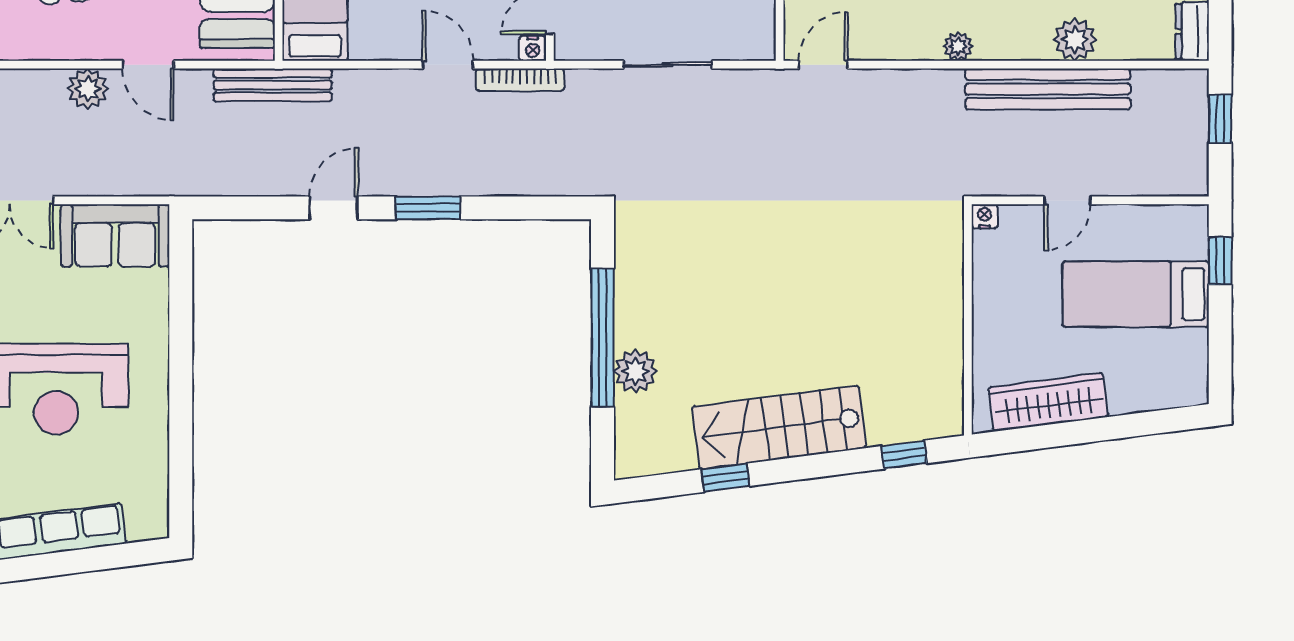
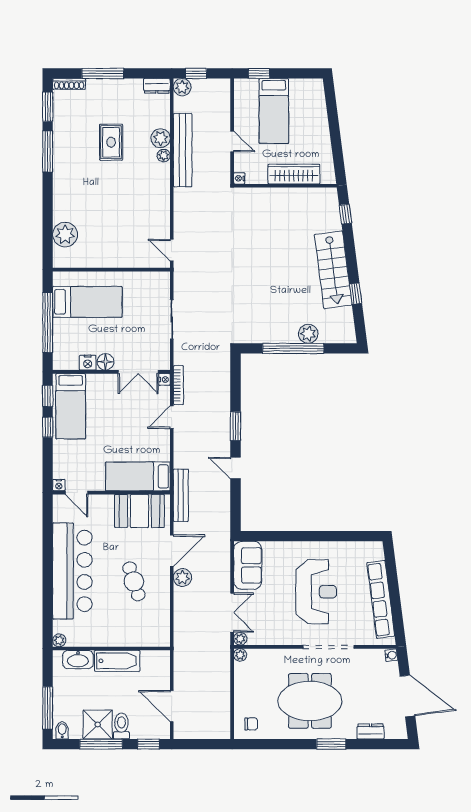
plant: (958, 46) -> (164, 155), moved
door: (148, 65) -> (172, 551), width x1.38
plant: (1189, 88) -> (182, 87), added
wardrobe: (1048, 402) -> (294, 174), moved, turned 97

